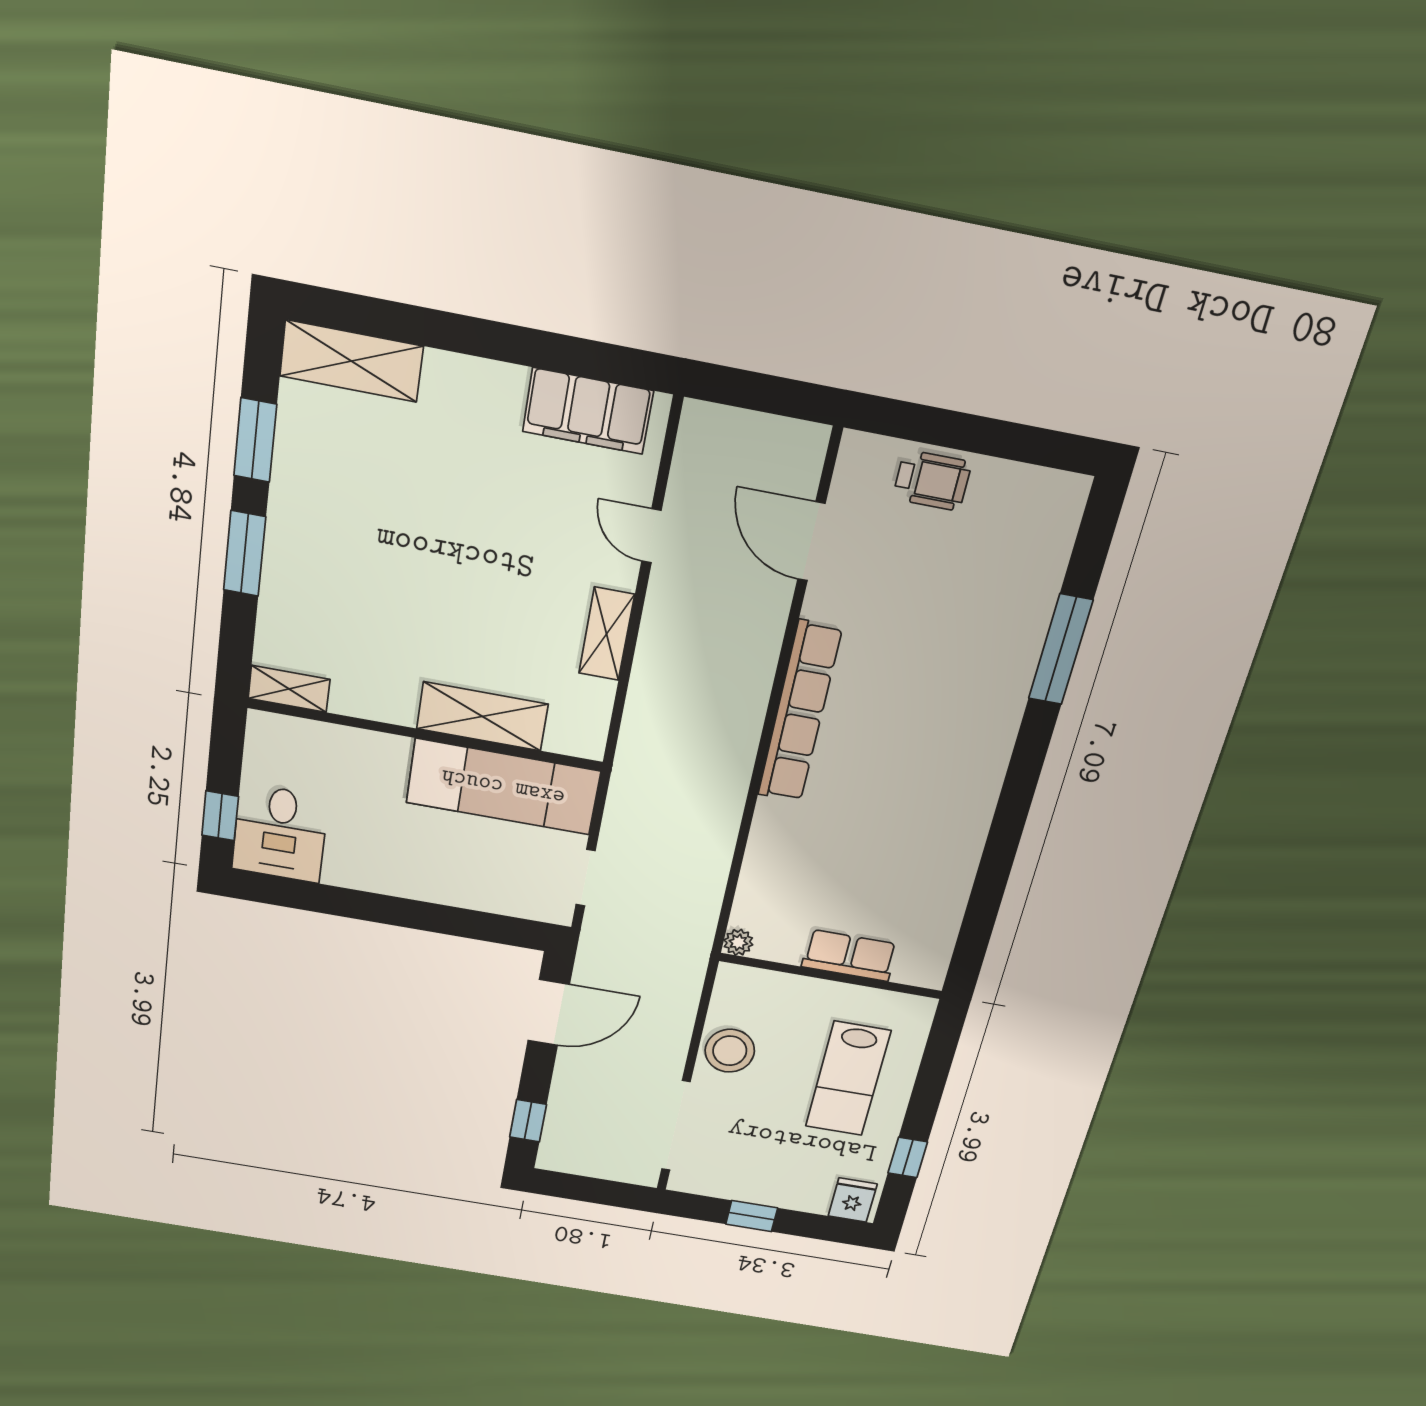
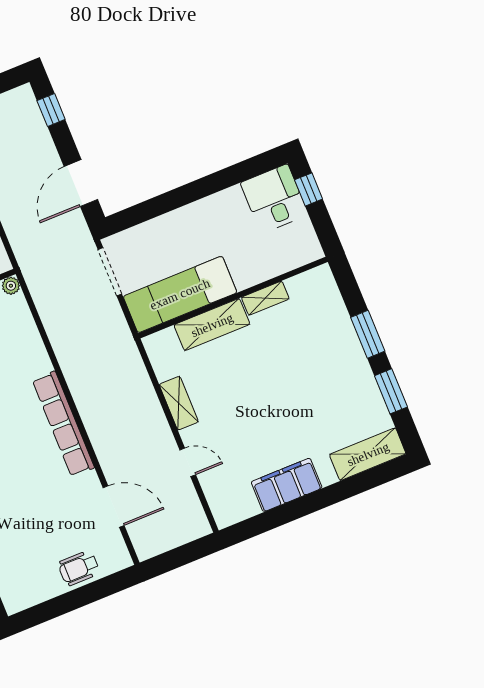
filing cabinet: (588, 411) -> (287, 485), moved
shelving: (289, 689) -> (265, 298), moved
doorway: (586, 878) -> (110, 272), width x1.38

